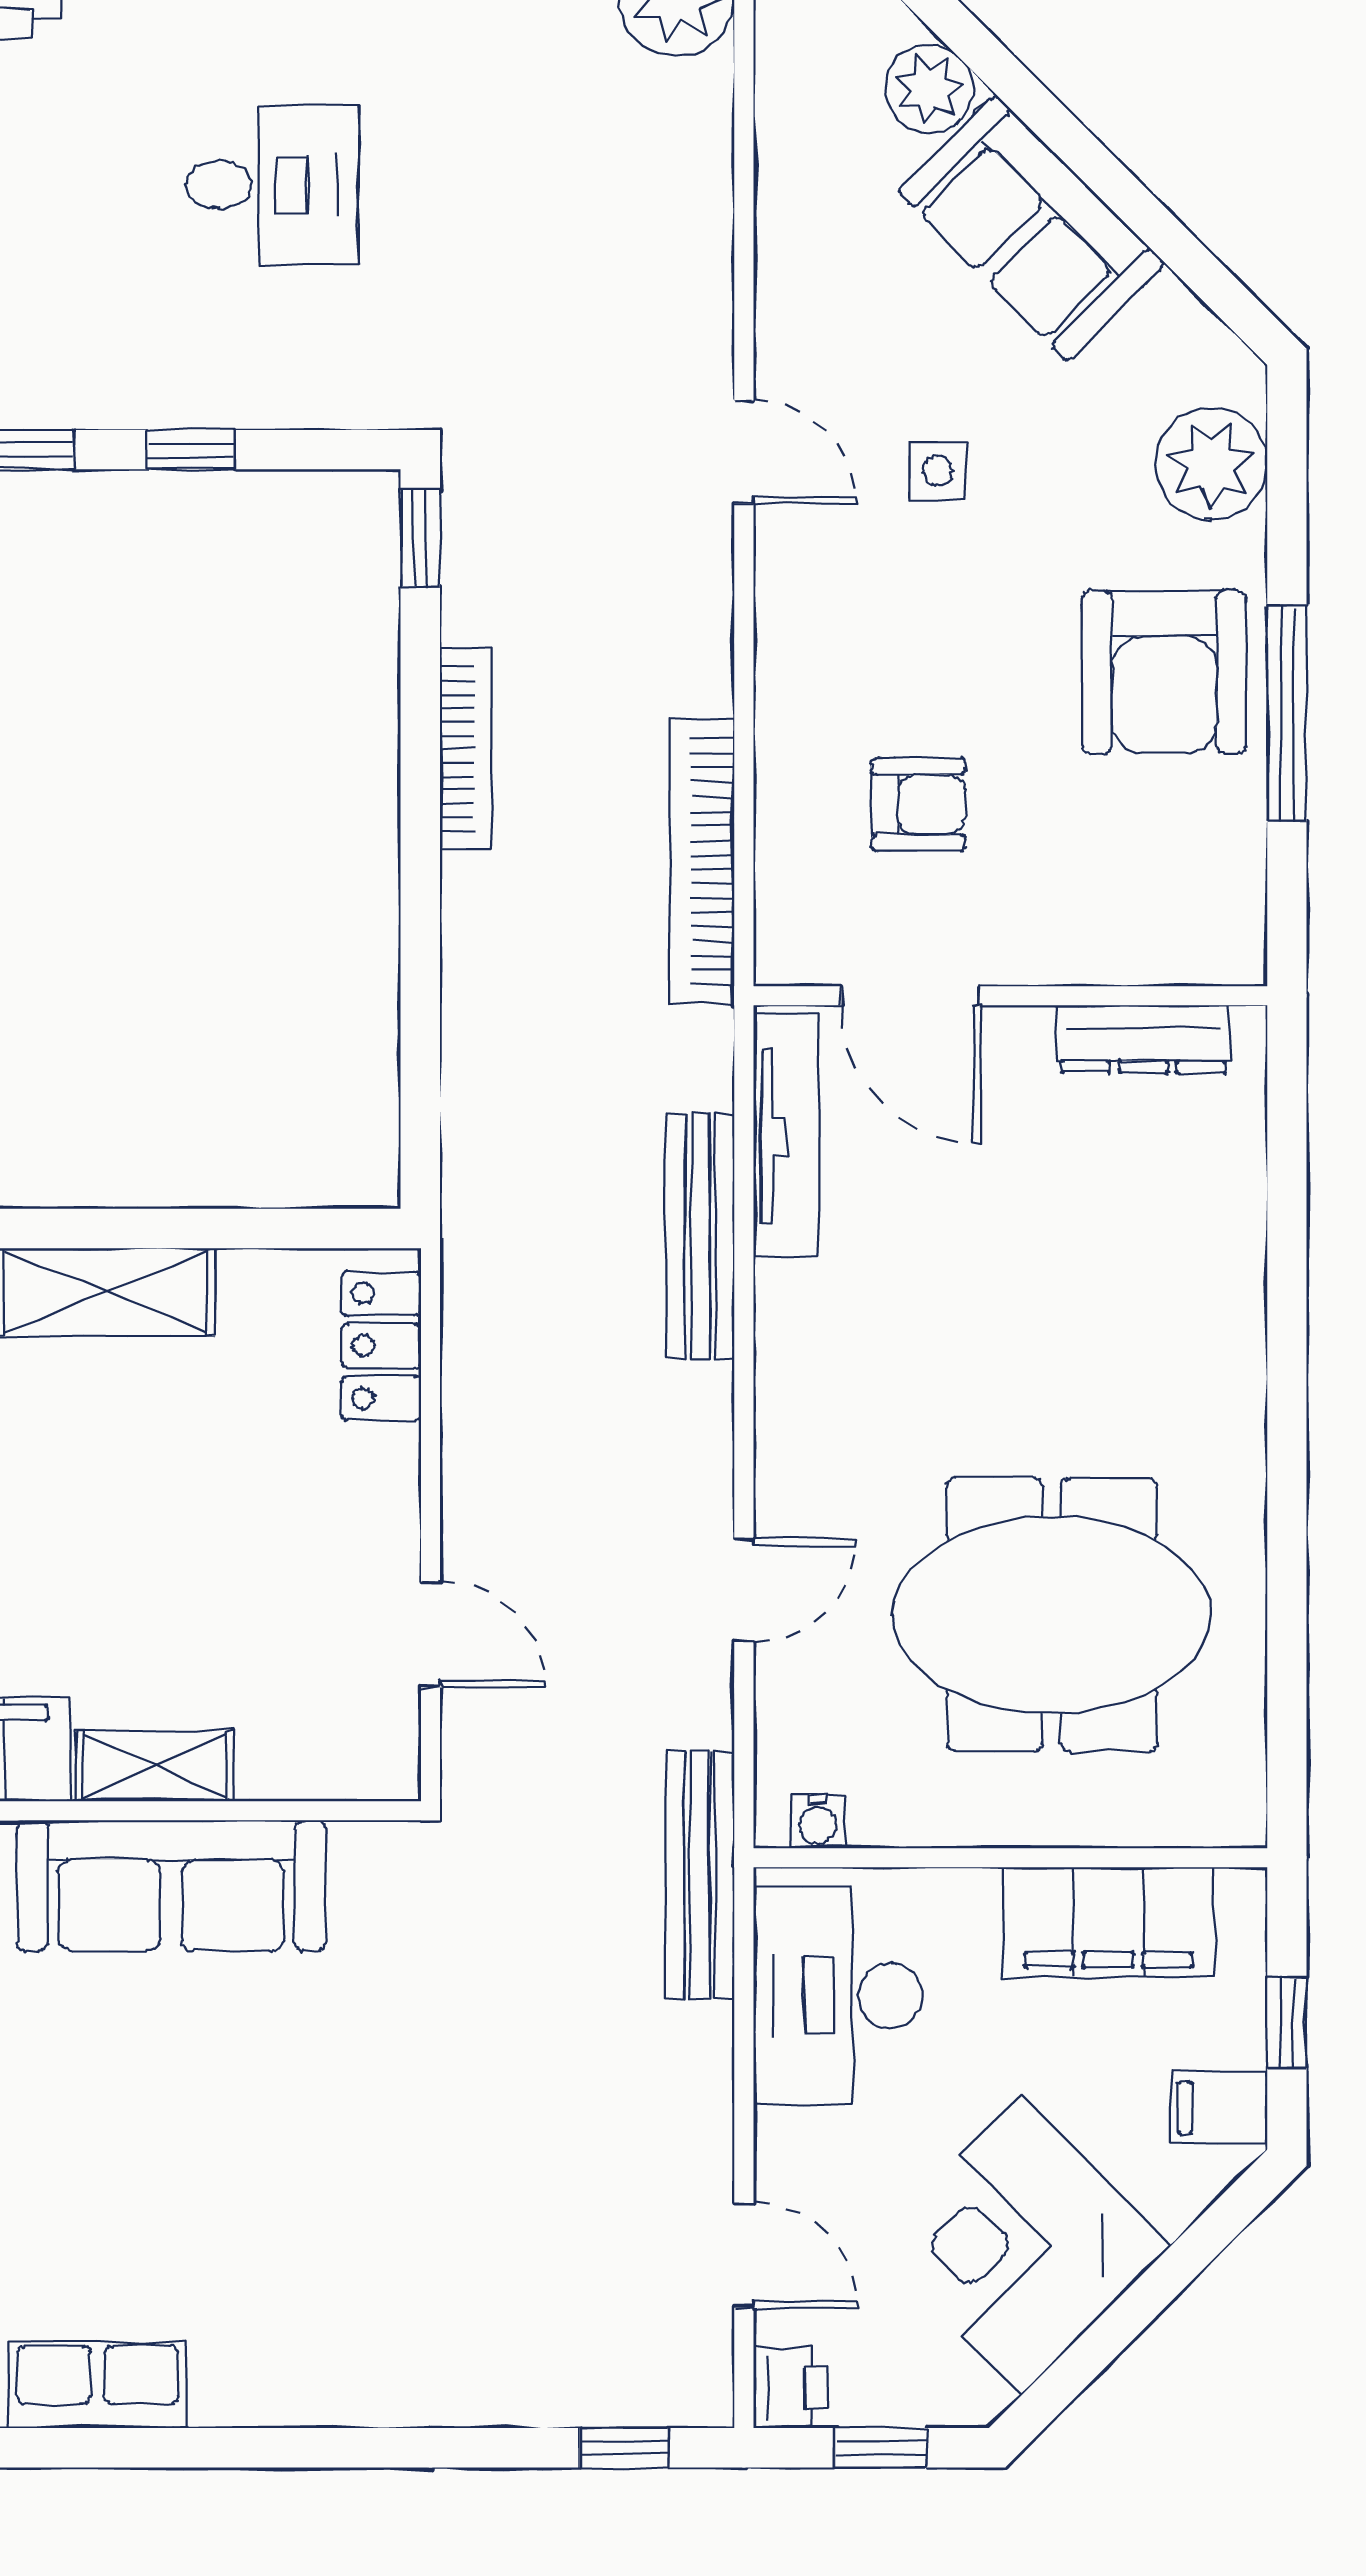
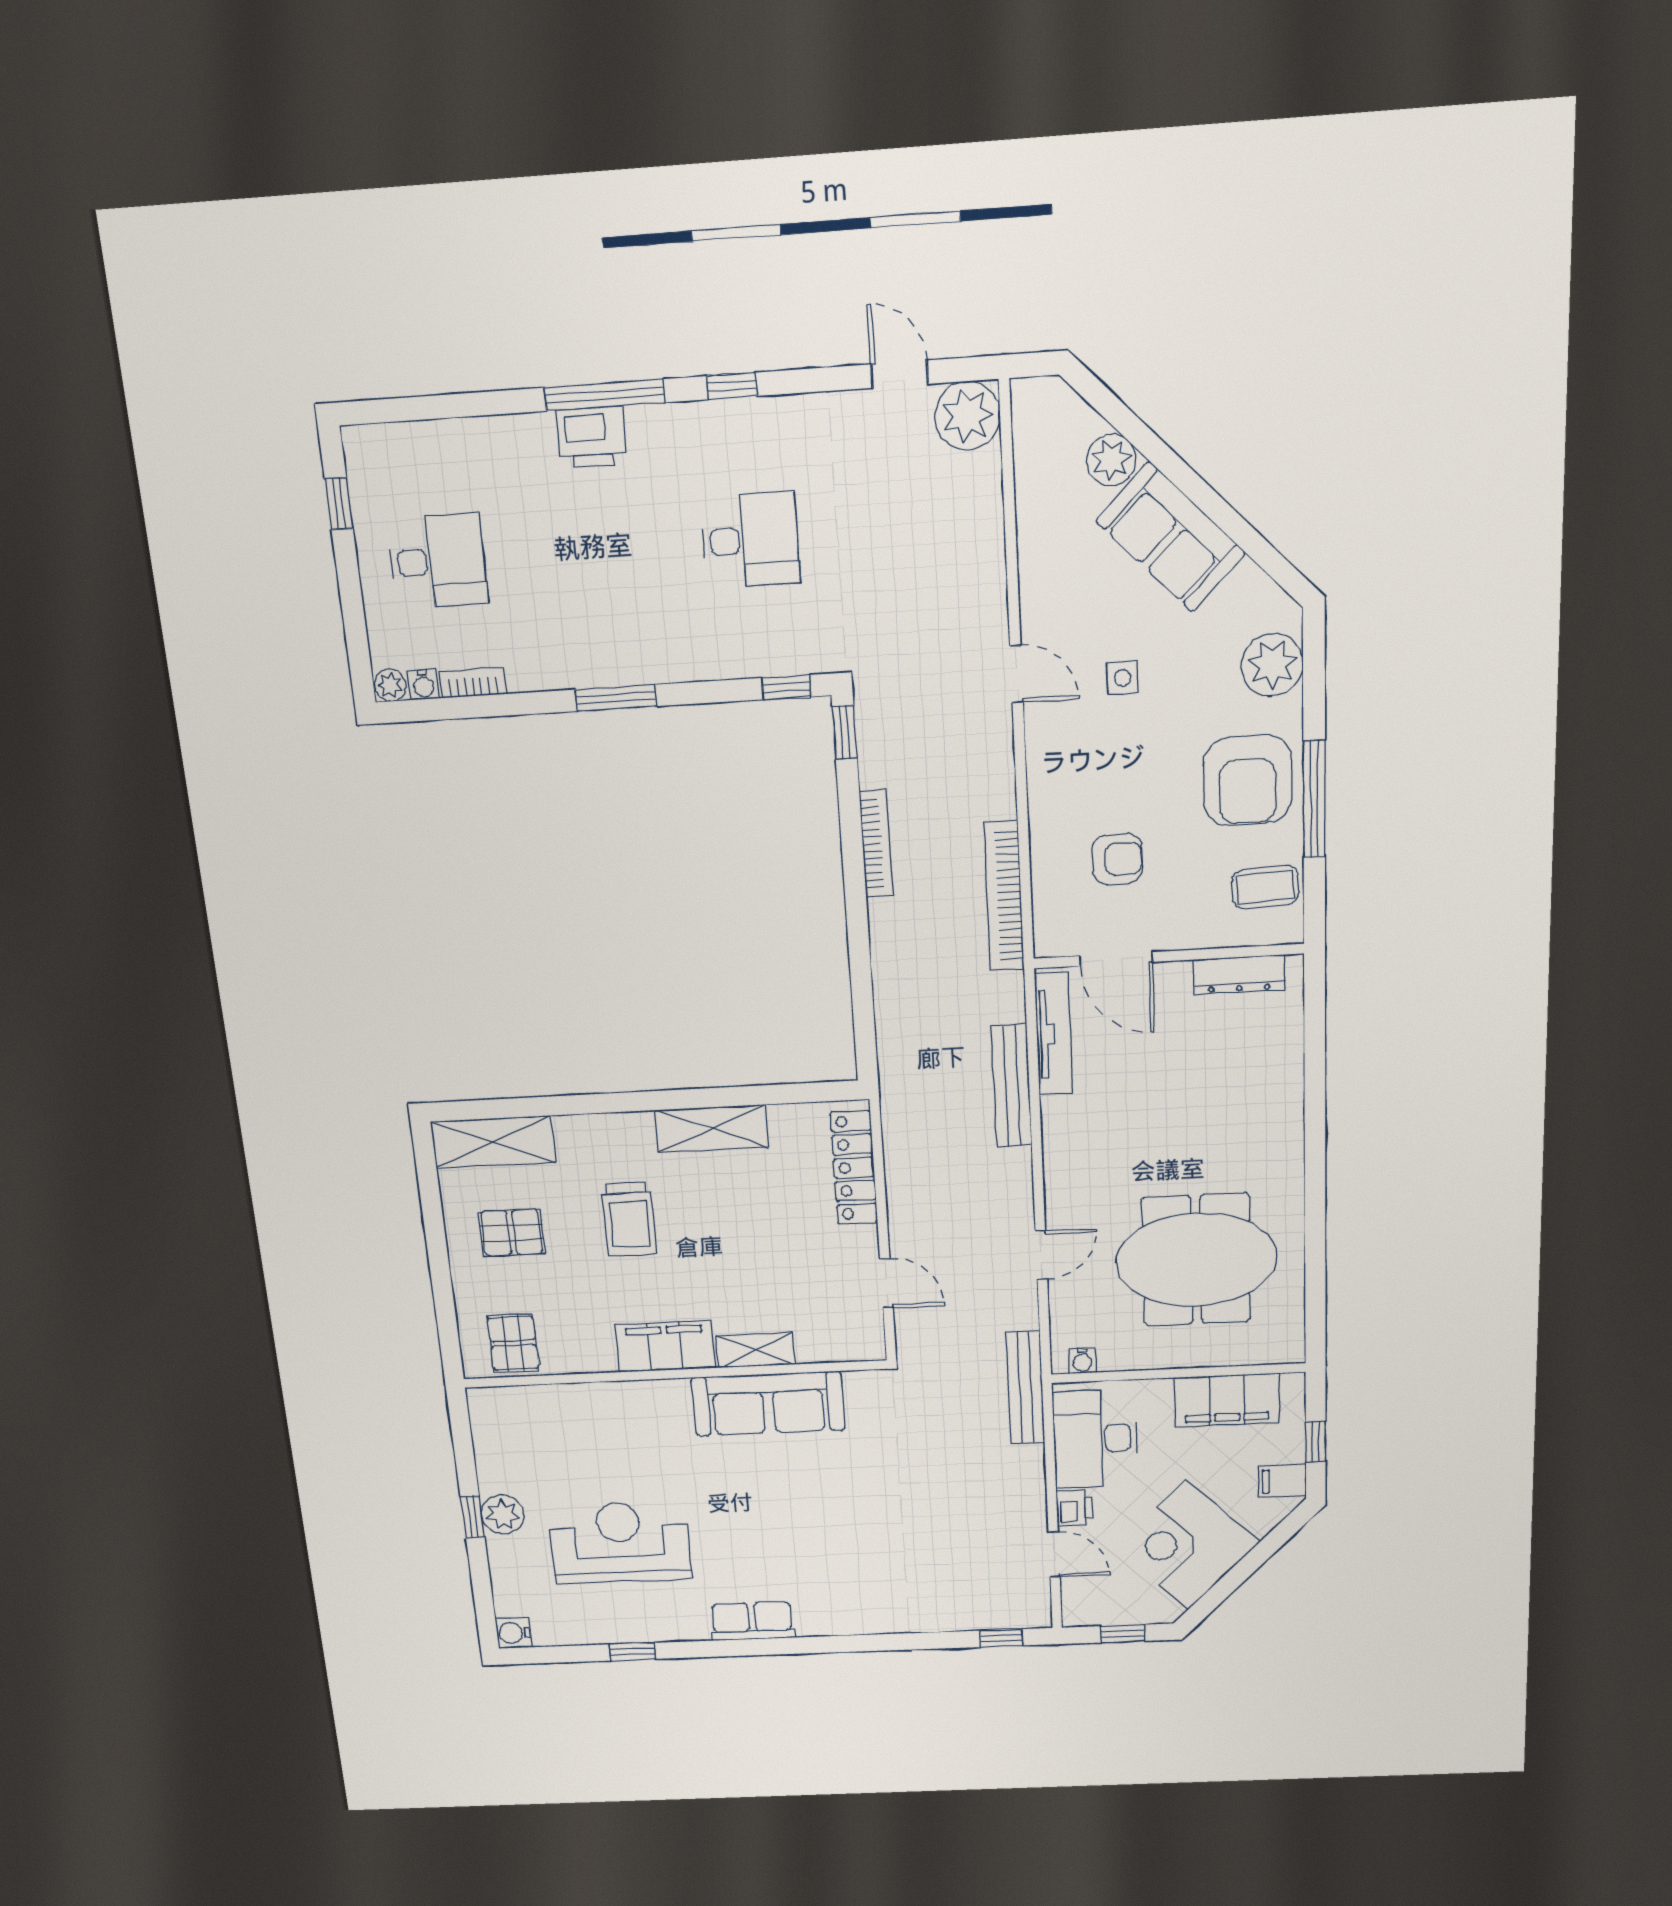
window: (191, 450) -> (787, 687), moved
coffee table: (1195, 874) -> (1265, 887), added
locker: (381, 1346) -> (854, 1168), width x1.53
printer: (790, 2388) -> (1074, 1508), moved

